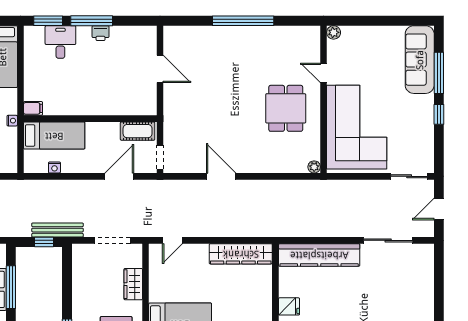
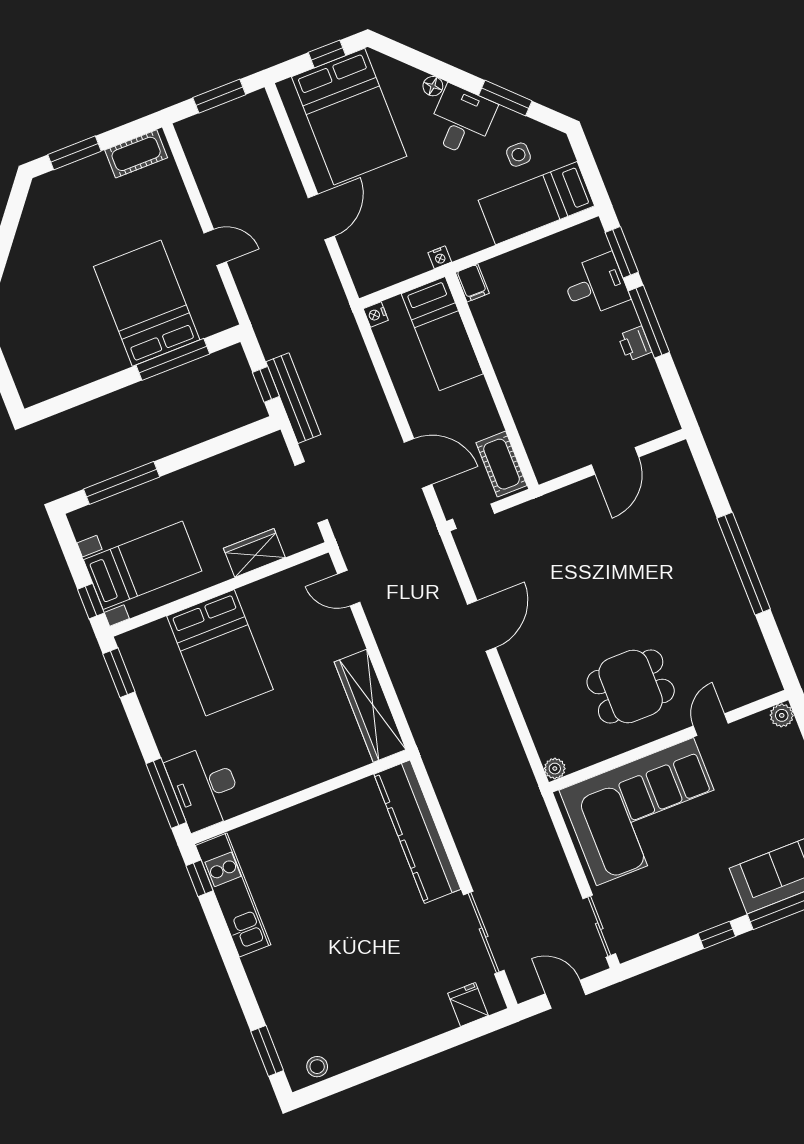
nightstand: (54, 167) -> (376, 314), moved
fridge: (289, 306) -> (468, 1004), moved, turned 180

